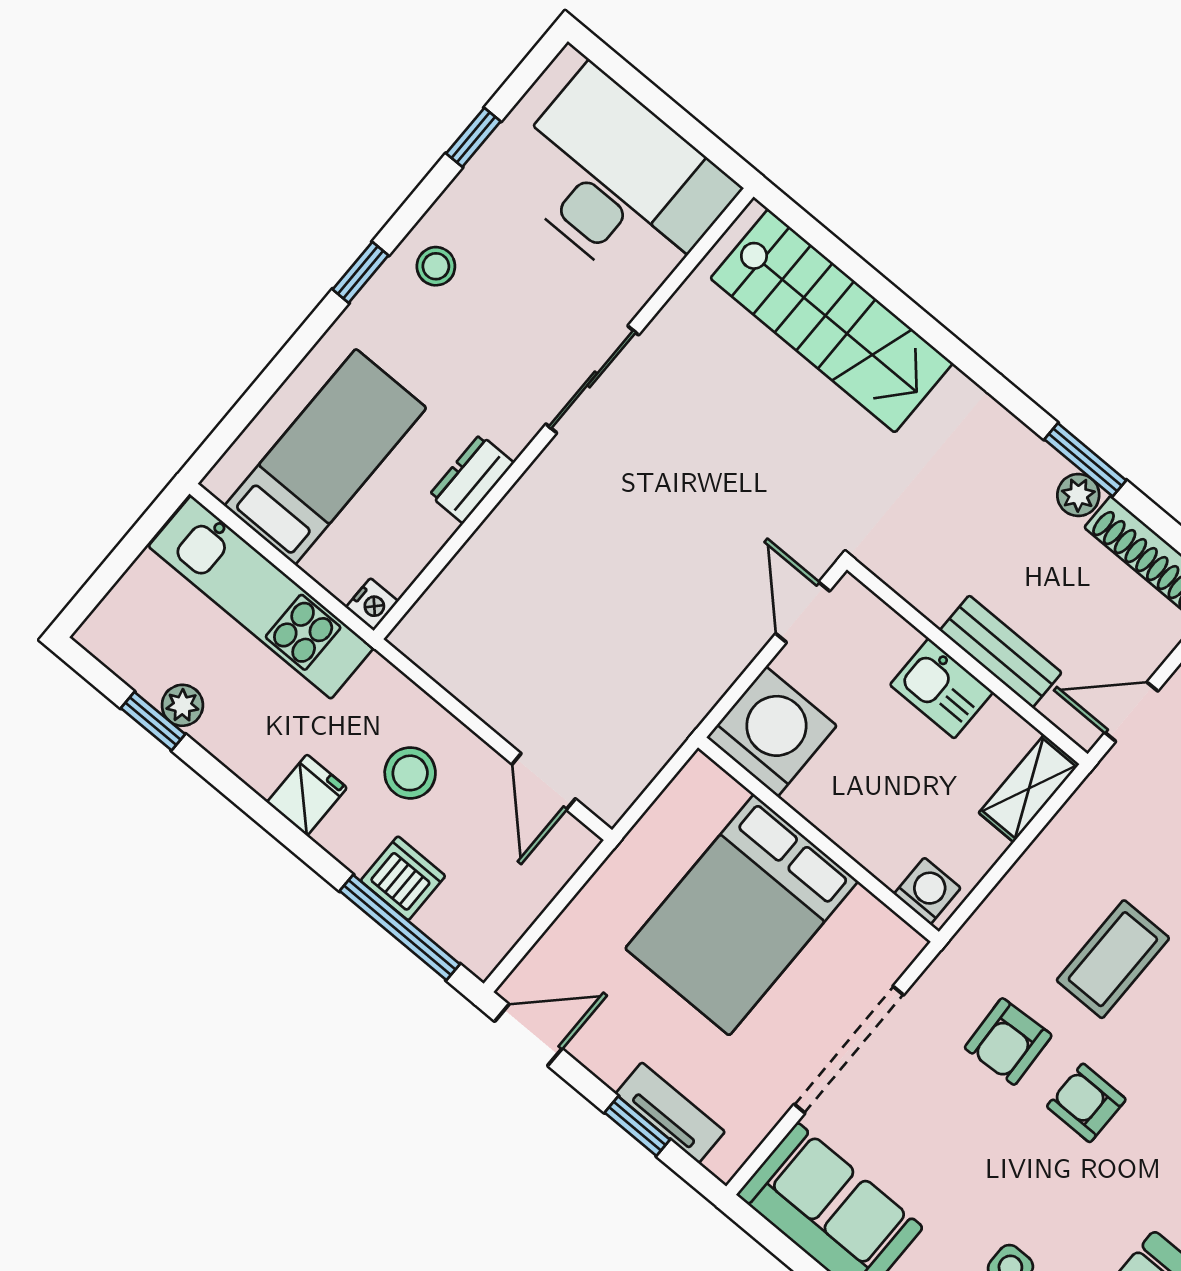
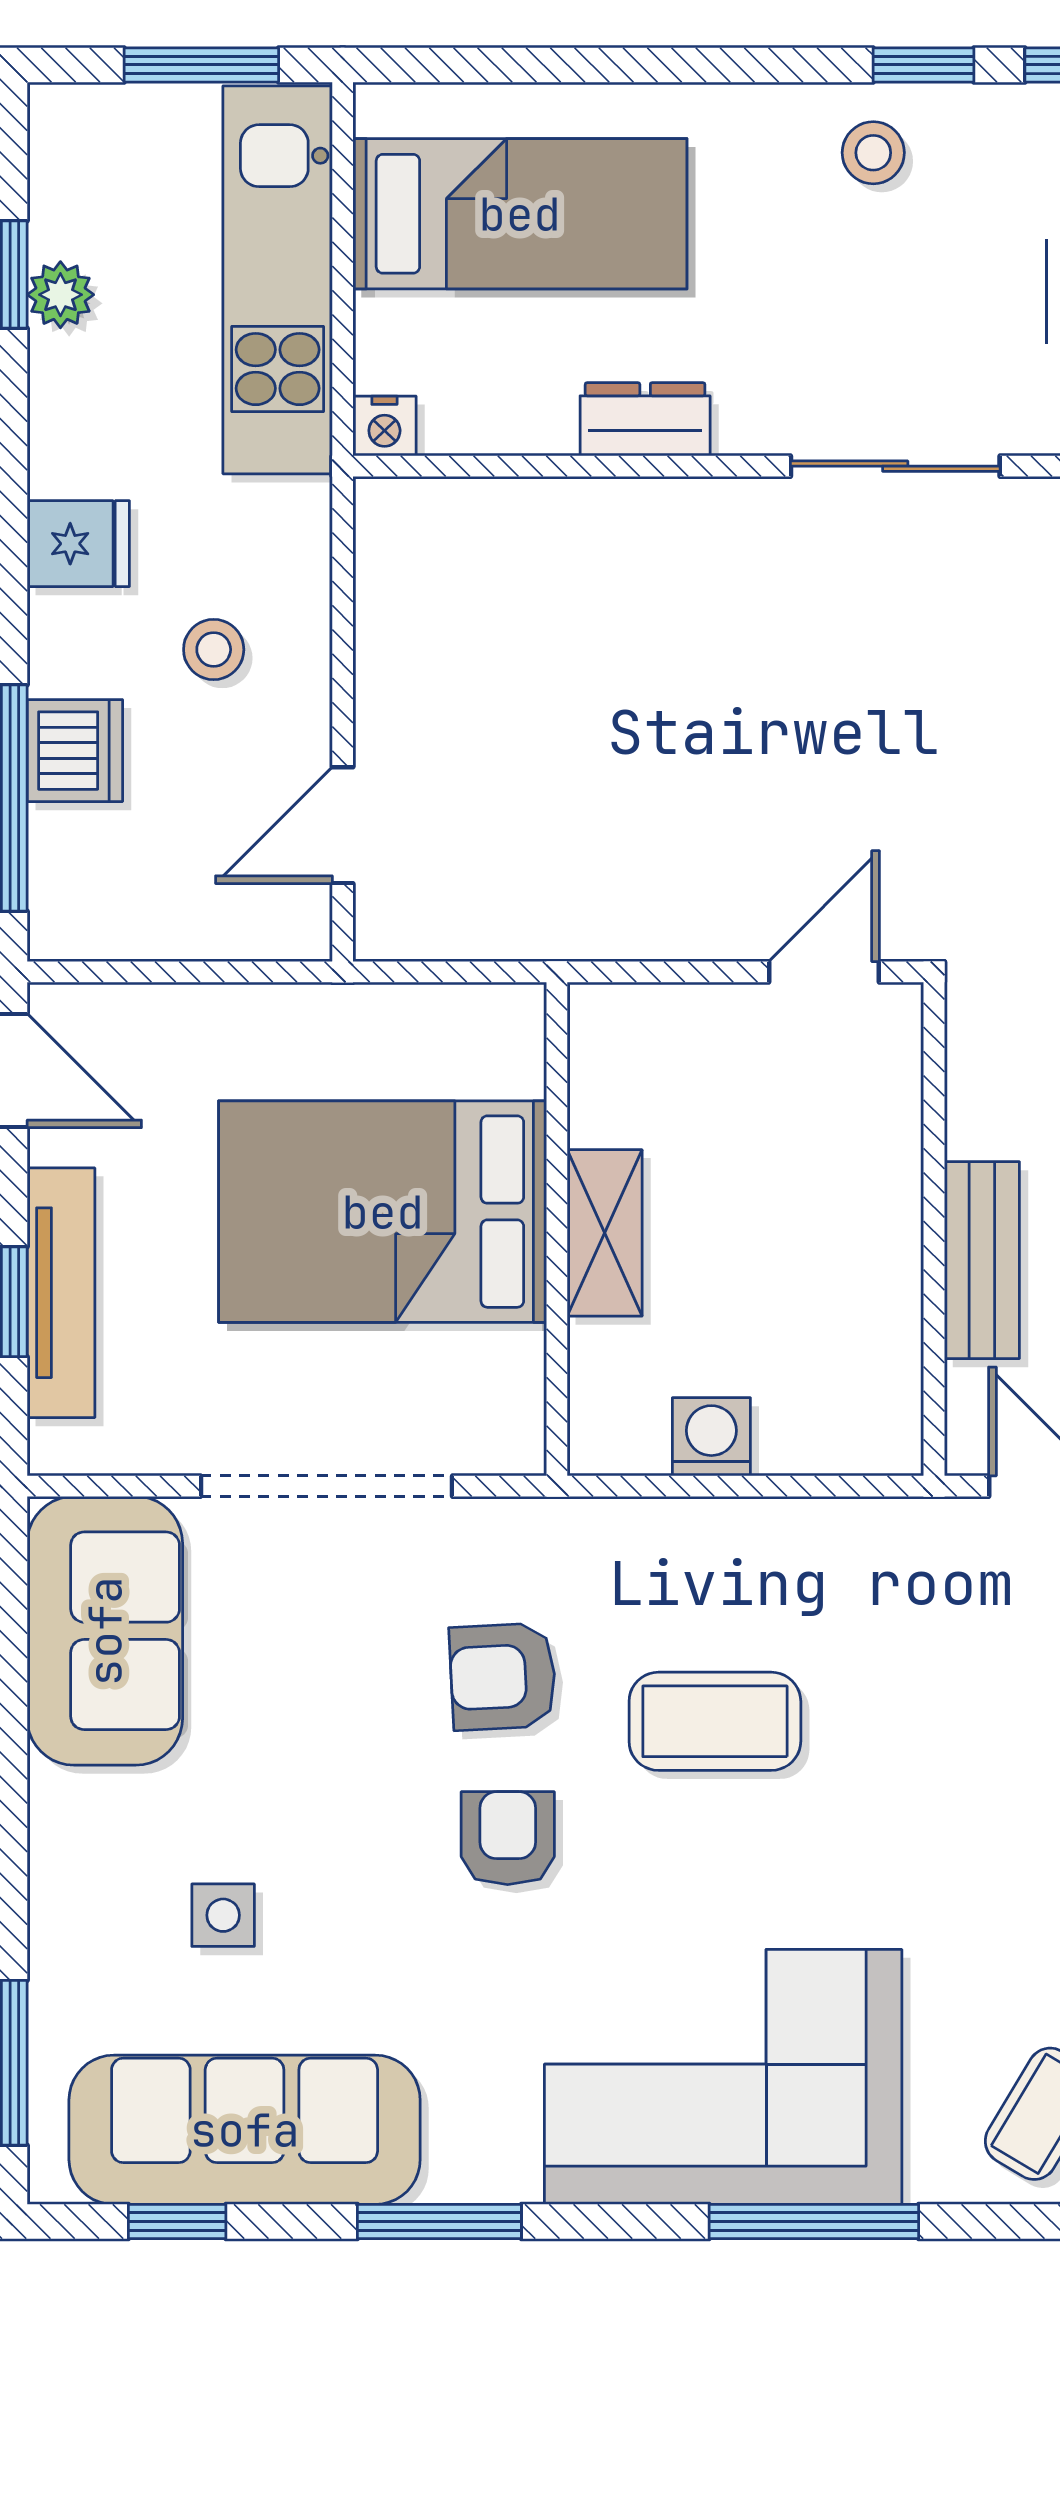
window: (360, 272) -> (924, 65), moved
window: (130, 548) -> (201, 65), added
kitchen sink: (941, 688) -> (874, 1225), removed
washing machine: (772, 732) -> (643, 1058), removed
stool: (410, 773) -> (214, 650), width x0.73, depth x0.73
shelving: (1029, 788) -> (605, 1233), moved, turned 90
washing machine: (927, 891) -> (711, 1437), moved, turned -90
tv unit: (670, 1113) -> (61, 1293), width x1.41

